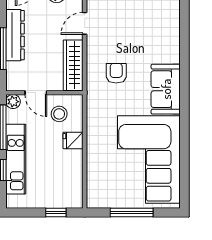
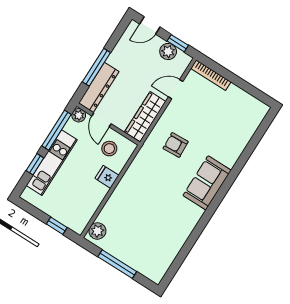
dresser: (15, 35) -> (99, 87), moved
armchair: (116, 73) -> (176, 145), turned -93
corner sofa: (149, 159) -> (158, 231), removed
plant: (95, 194) -> (97, 231), added

